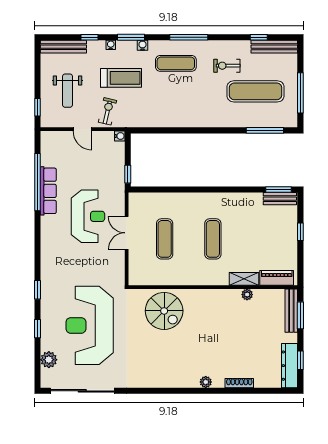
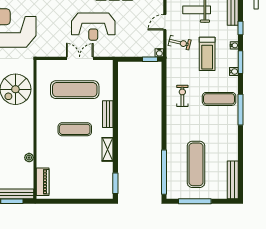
window: (259, 37) -> (240, 167), removed
exercise mat: (176, 63) -> (219, 99), turned 90
exercise bike: (227, 66) -> (182, 96), moved
window: (265, 130) -> (164, 172), width x1.46
window: (128, 174) -> (150, 59), moved
bench: (280, 199) -> (108, 114), moved
window: (300, 232) -> (81, 201), removed
exercise mat: (165, 239) -> (75, 90), width x1.36, depth x1.45
shelving: (244, 279) -> (108, 149), moved

